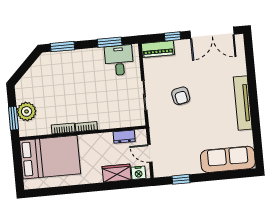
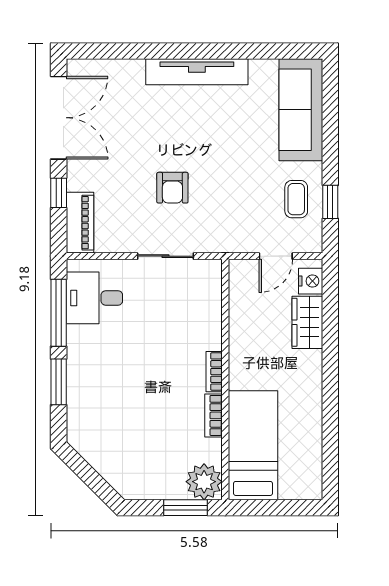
window: (110, 42) -> (59, 313), width x1.44
window: (62, 47) -> (59, 382), moved
armchair: (181, 96) -> (172, 188), turned 101
plant: (27, 111) -> (204, 482), moved
dresser: (124, 137) -> (240, 302), removed
bed: (50, 157) -> (253, 445), width x0.67
coffee table: (181, 161) -> (296, 199), added

